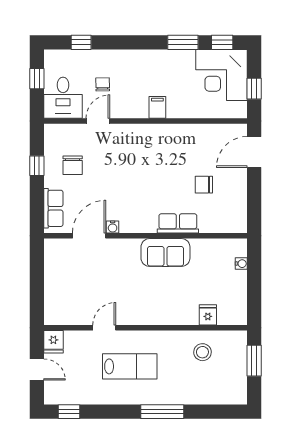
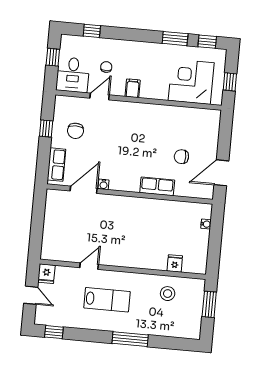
corner desk: (221, 75) -> (191, 82), moved, turned 90
filing cabinet: (157, 107) -> (133, 88), moved
door: (254, 152) -> (221, 173), moved
sofa: (165, 253) -> (145, 209), removed

